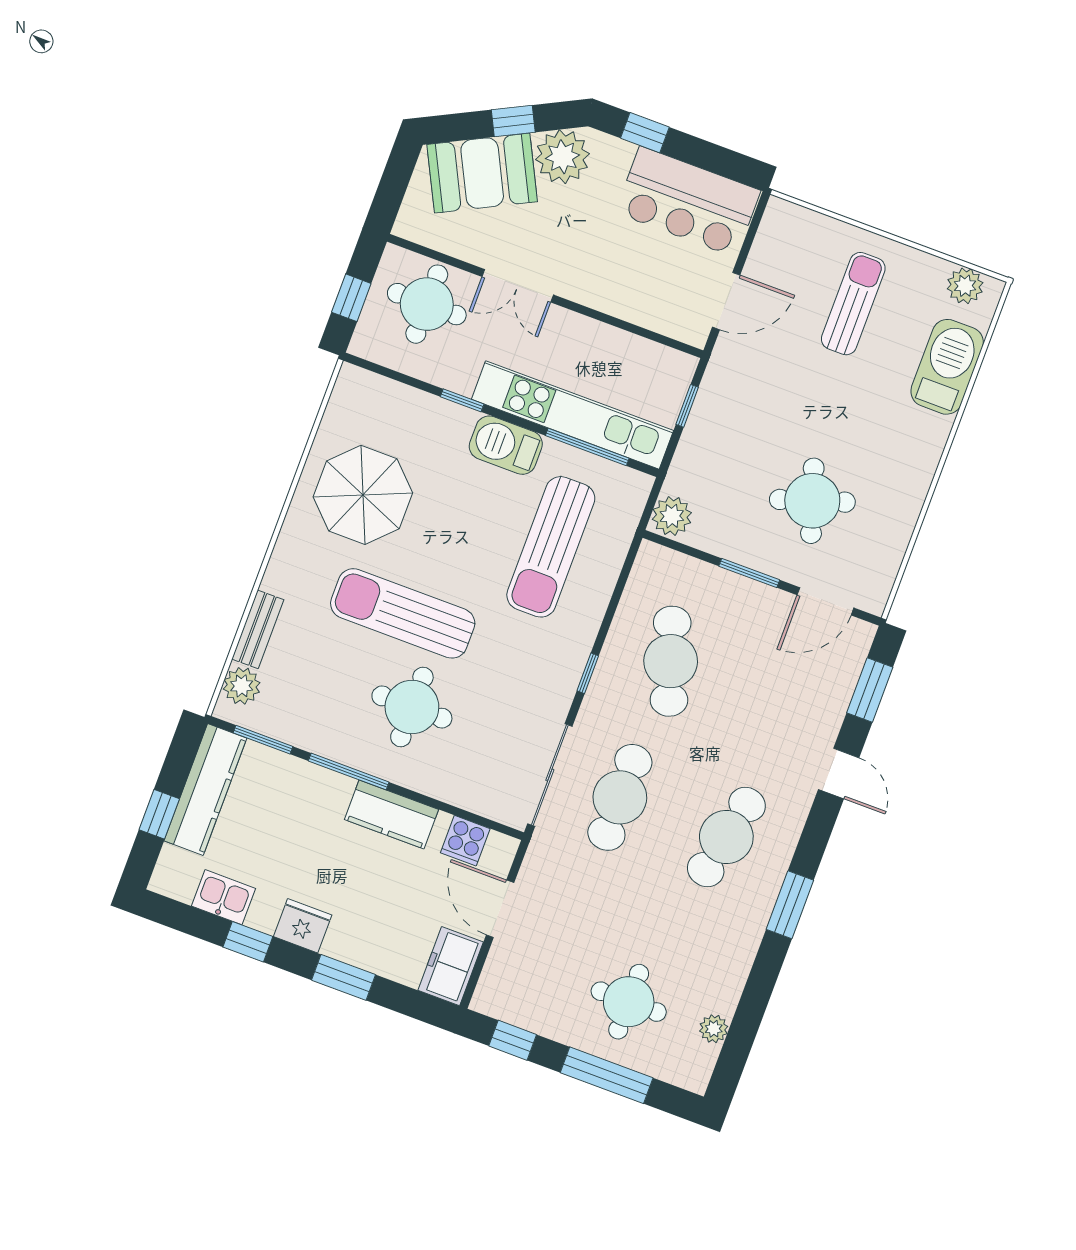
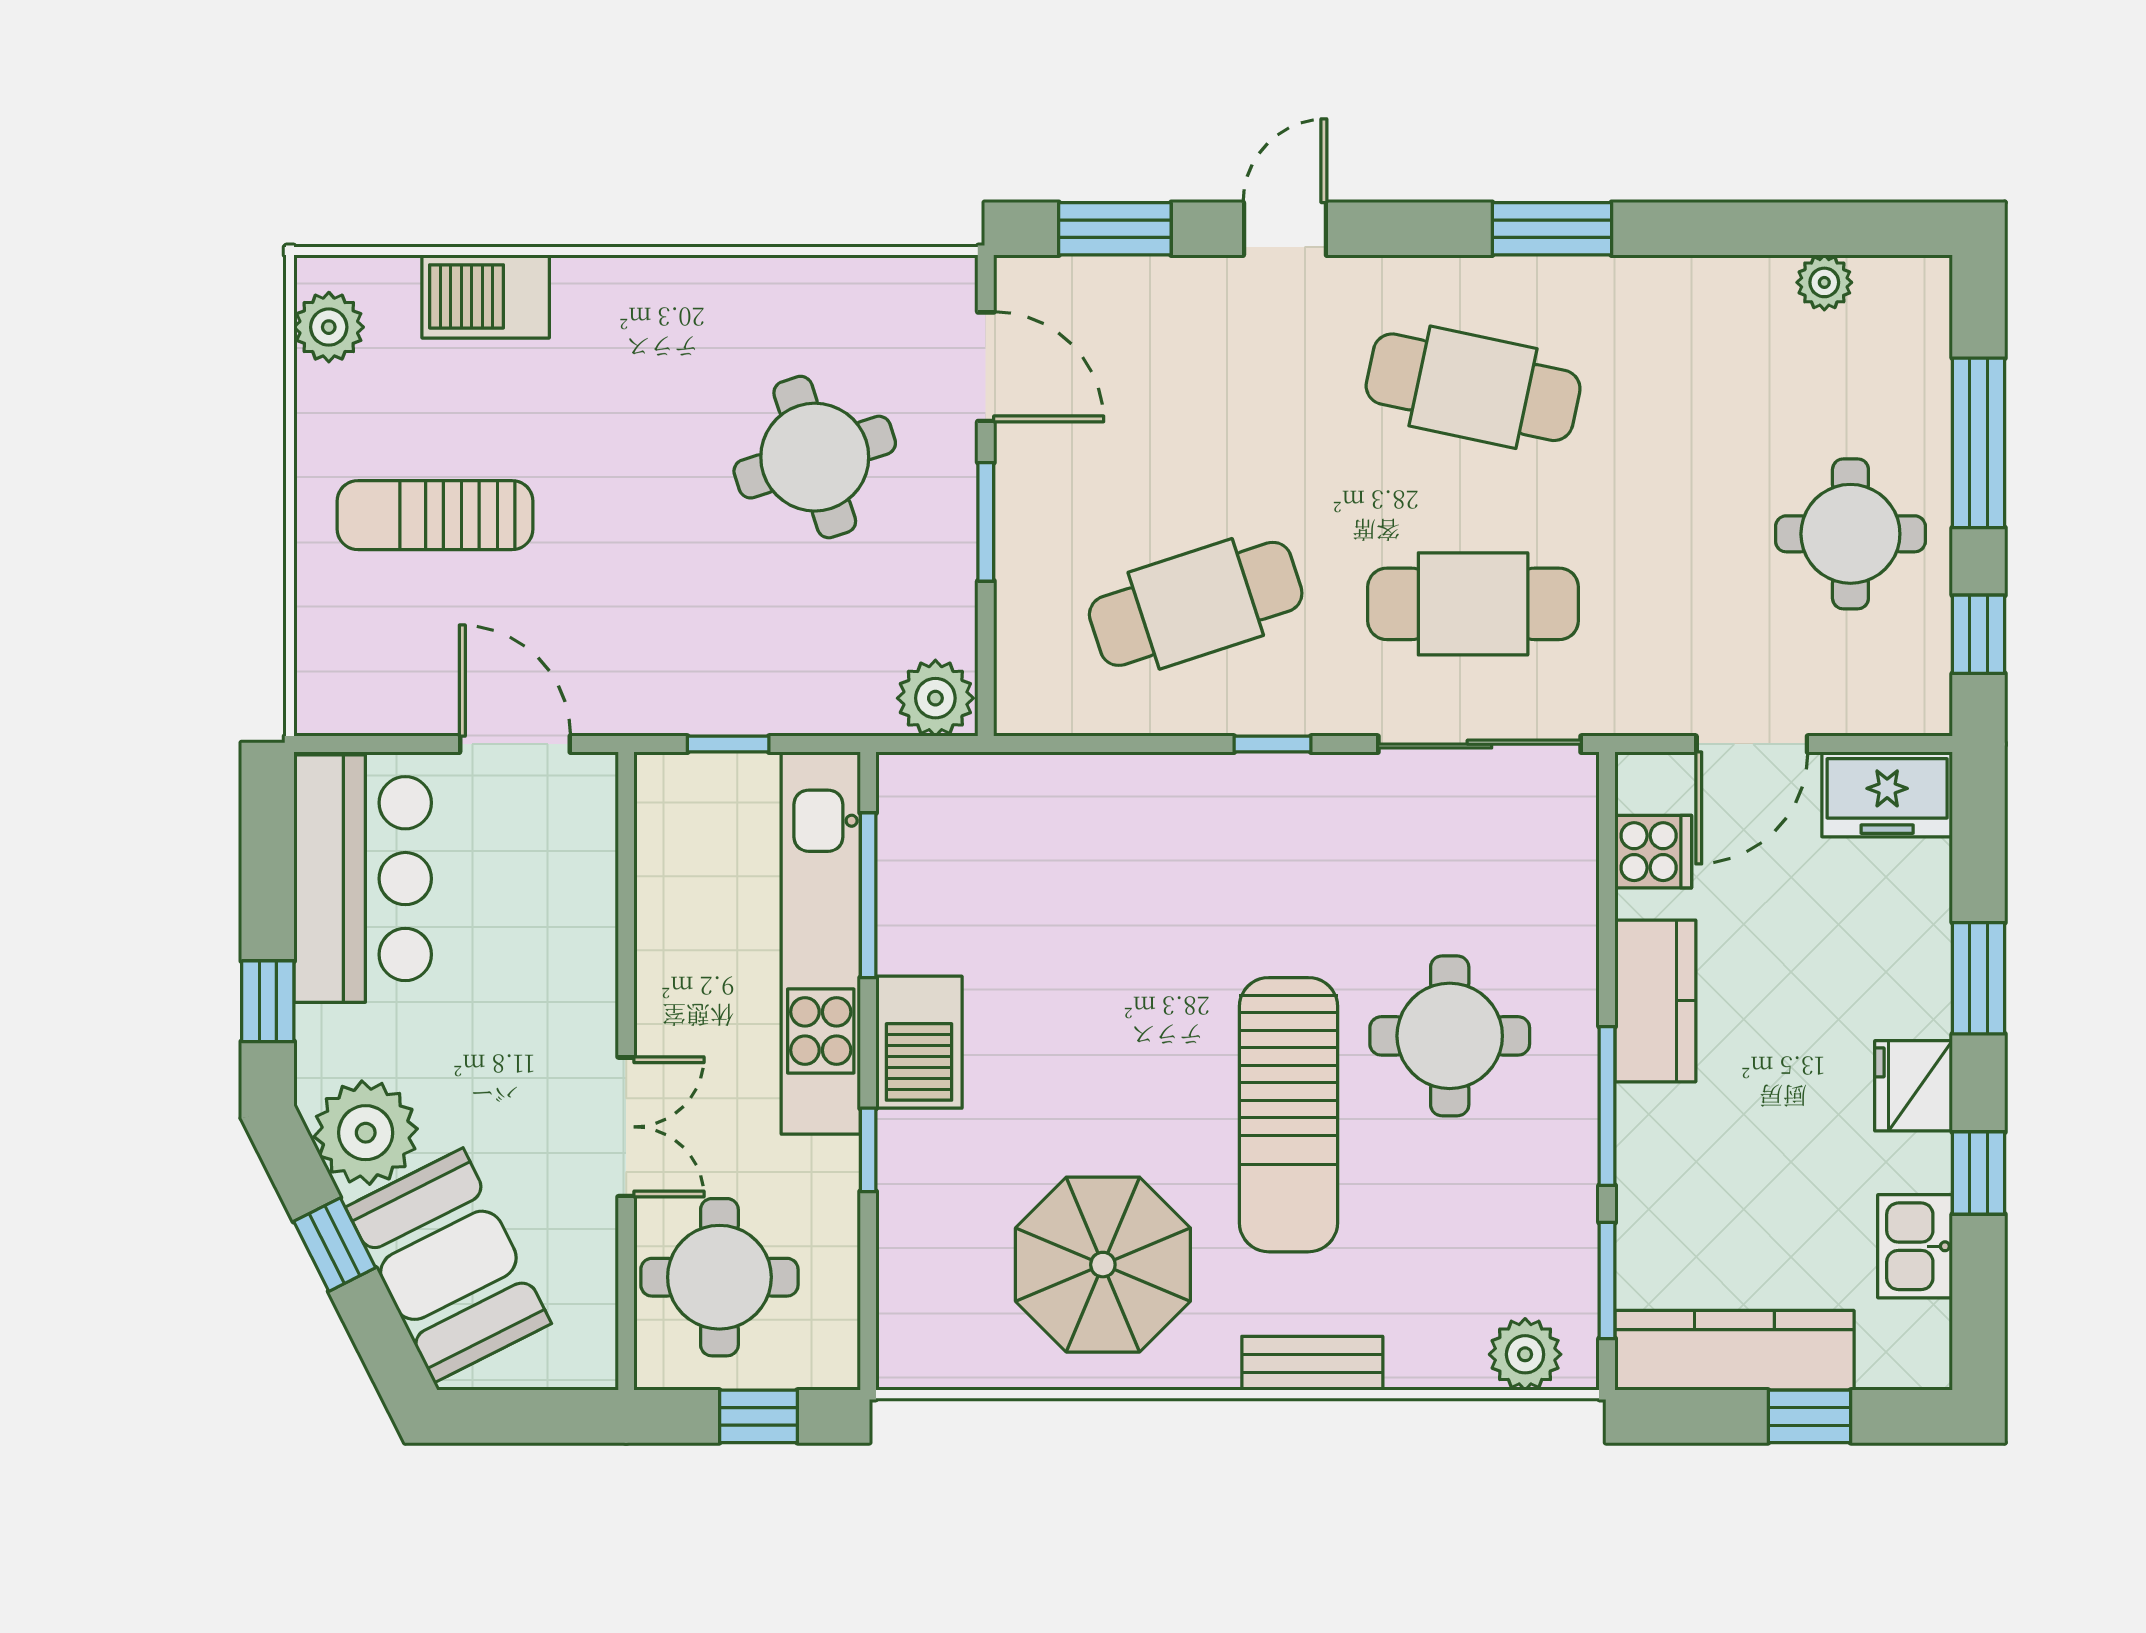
barbecue: (947, 367) -> (486, 296), width x0.73, depth x0.83
sun lounger: (551, 547) -> (1071, 894), removed
bench: (258, 629) -> (1312, 1363), moved
round table: (629, 1002) -> (1850, 534), moved

